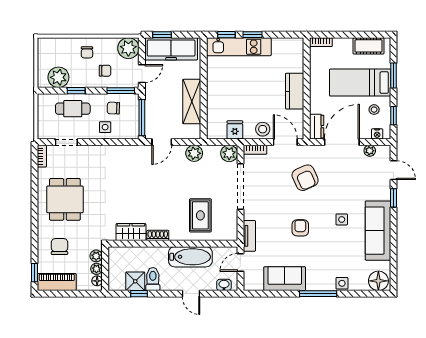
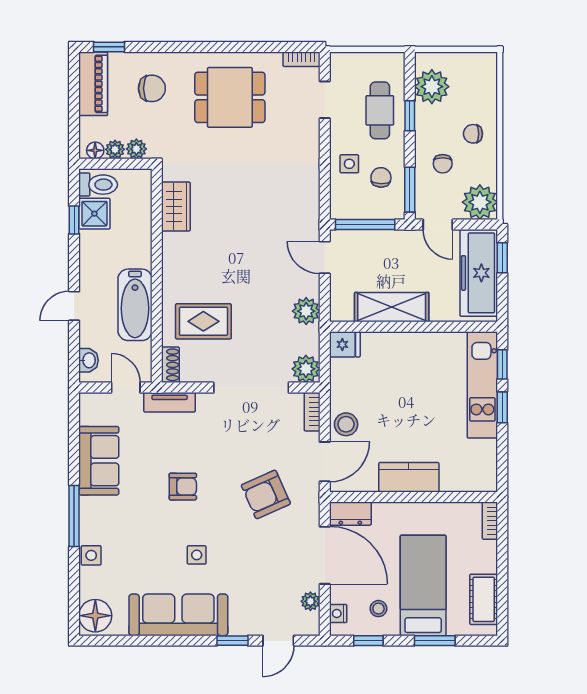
fridge: (235, 130) -> (345, 344), moved
shoe rack: (158, 235) -> (170, 365), moved
toilet: (153, 279) -> (98, 185), moved

